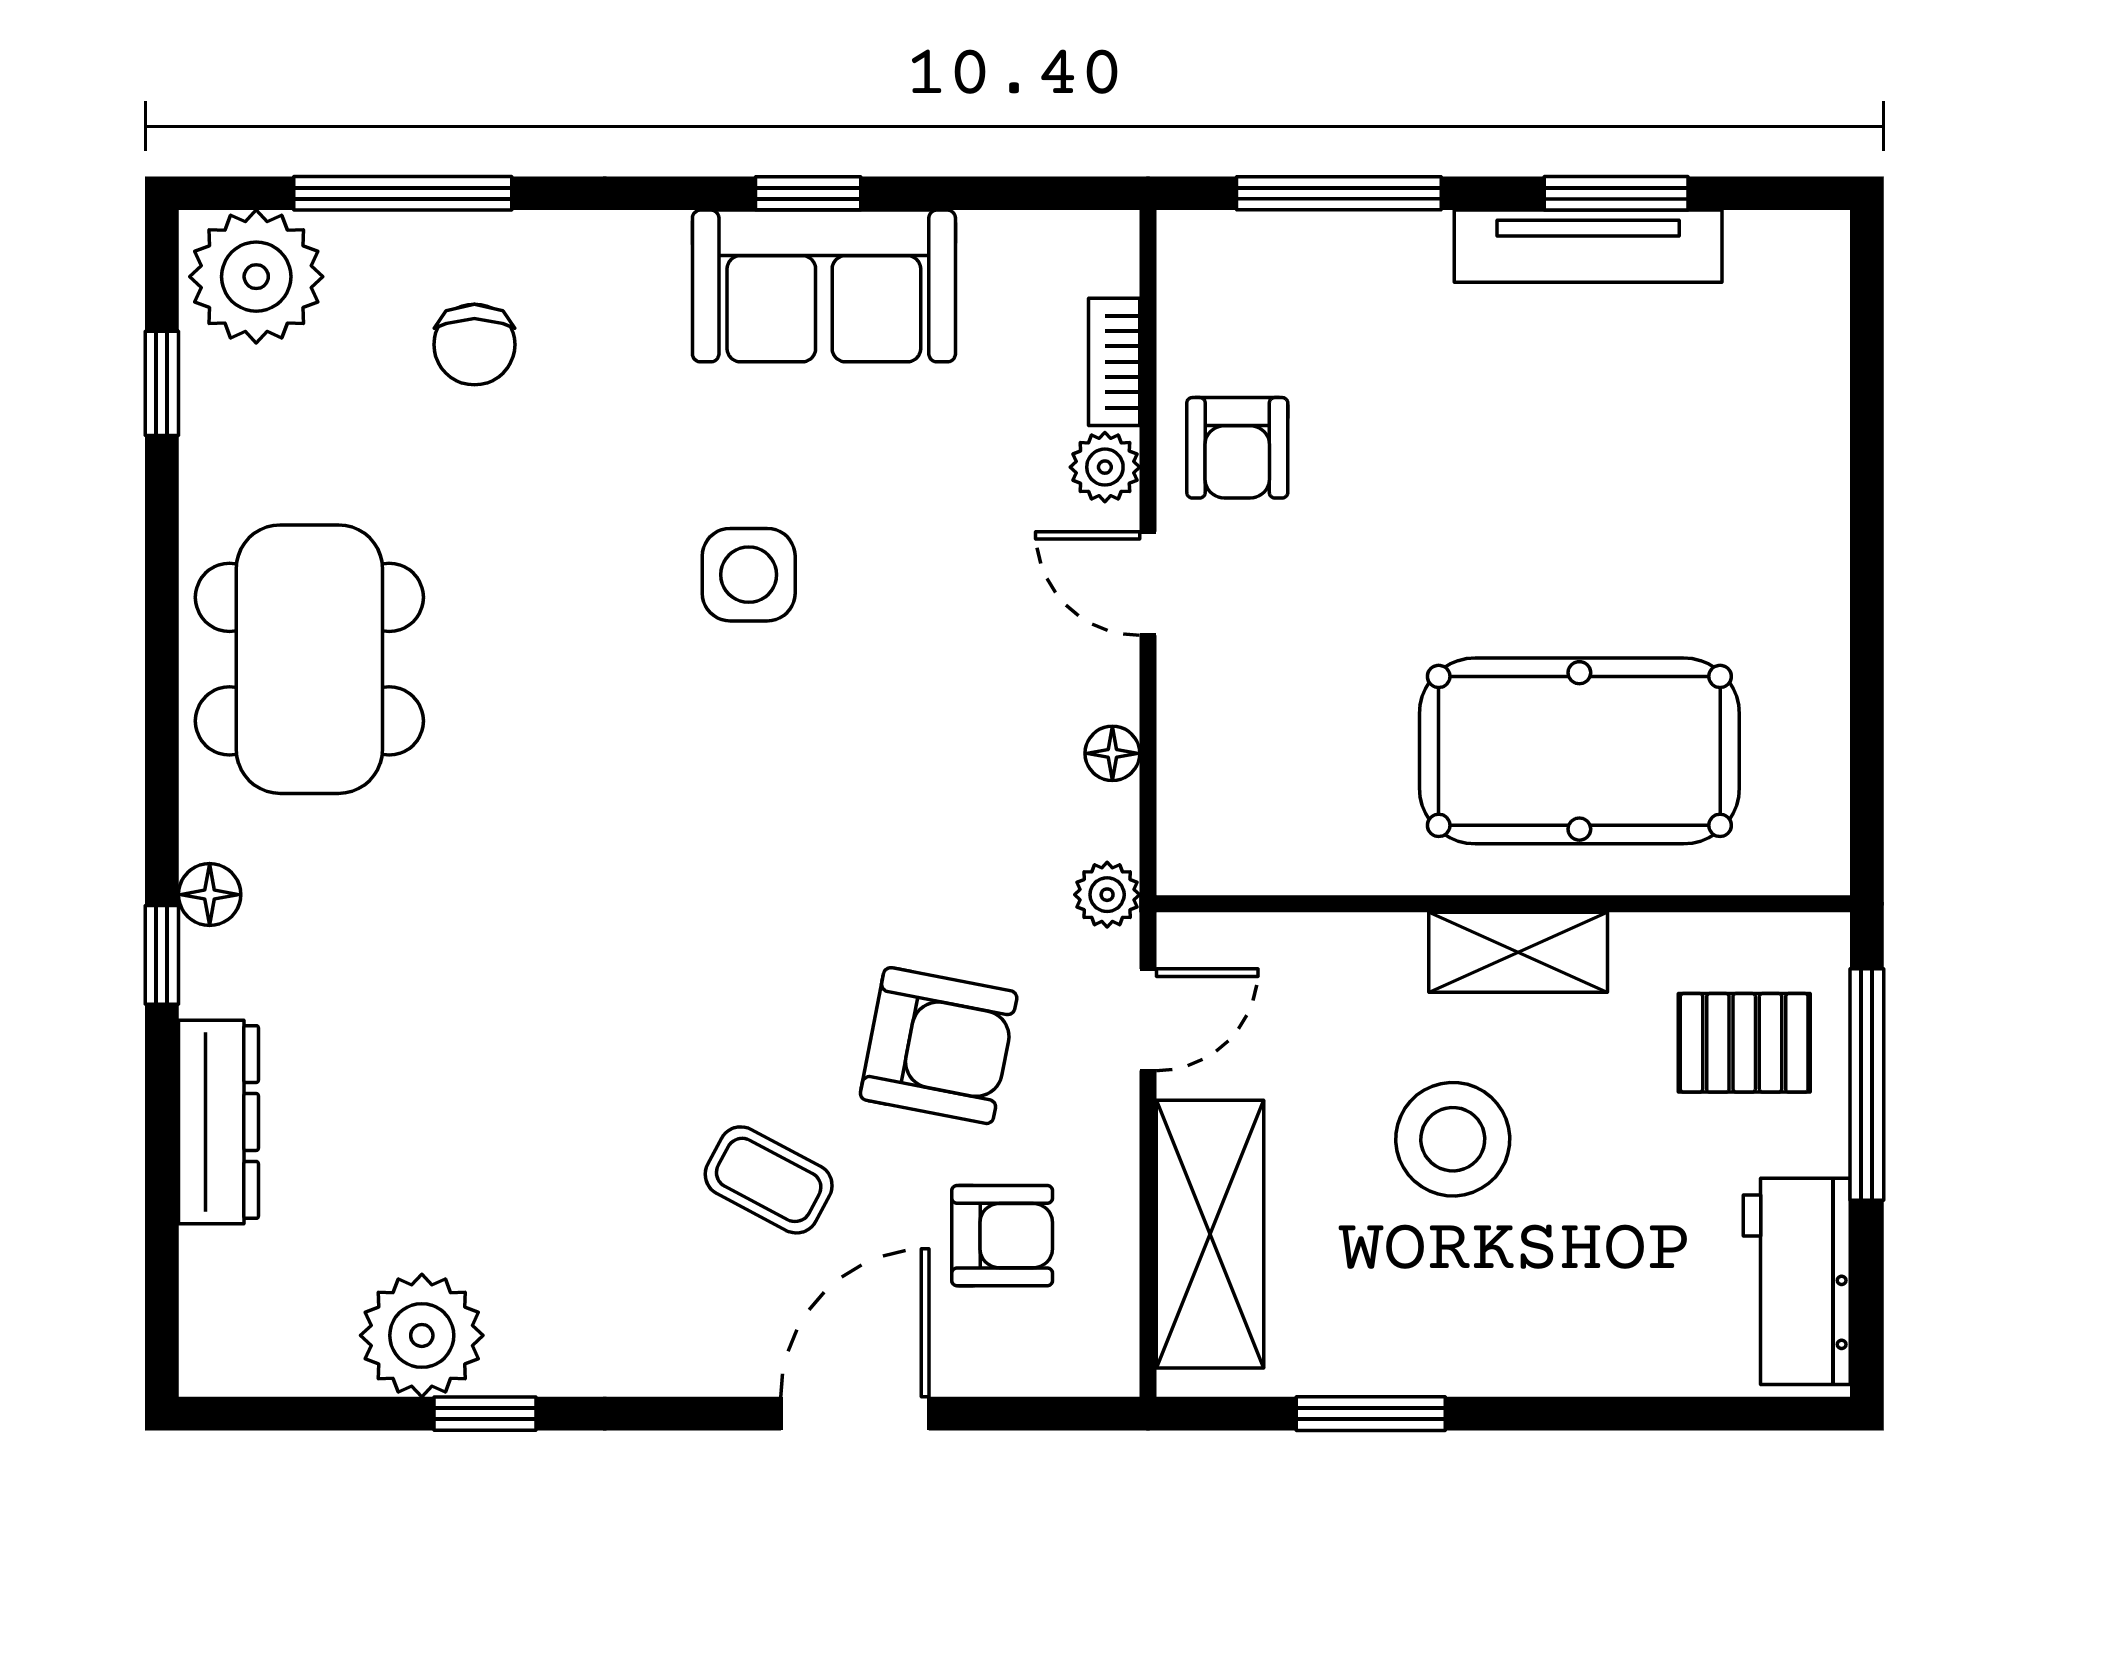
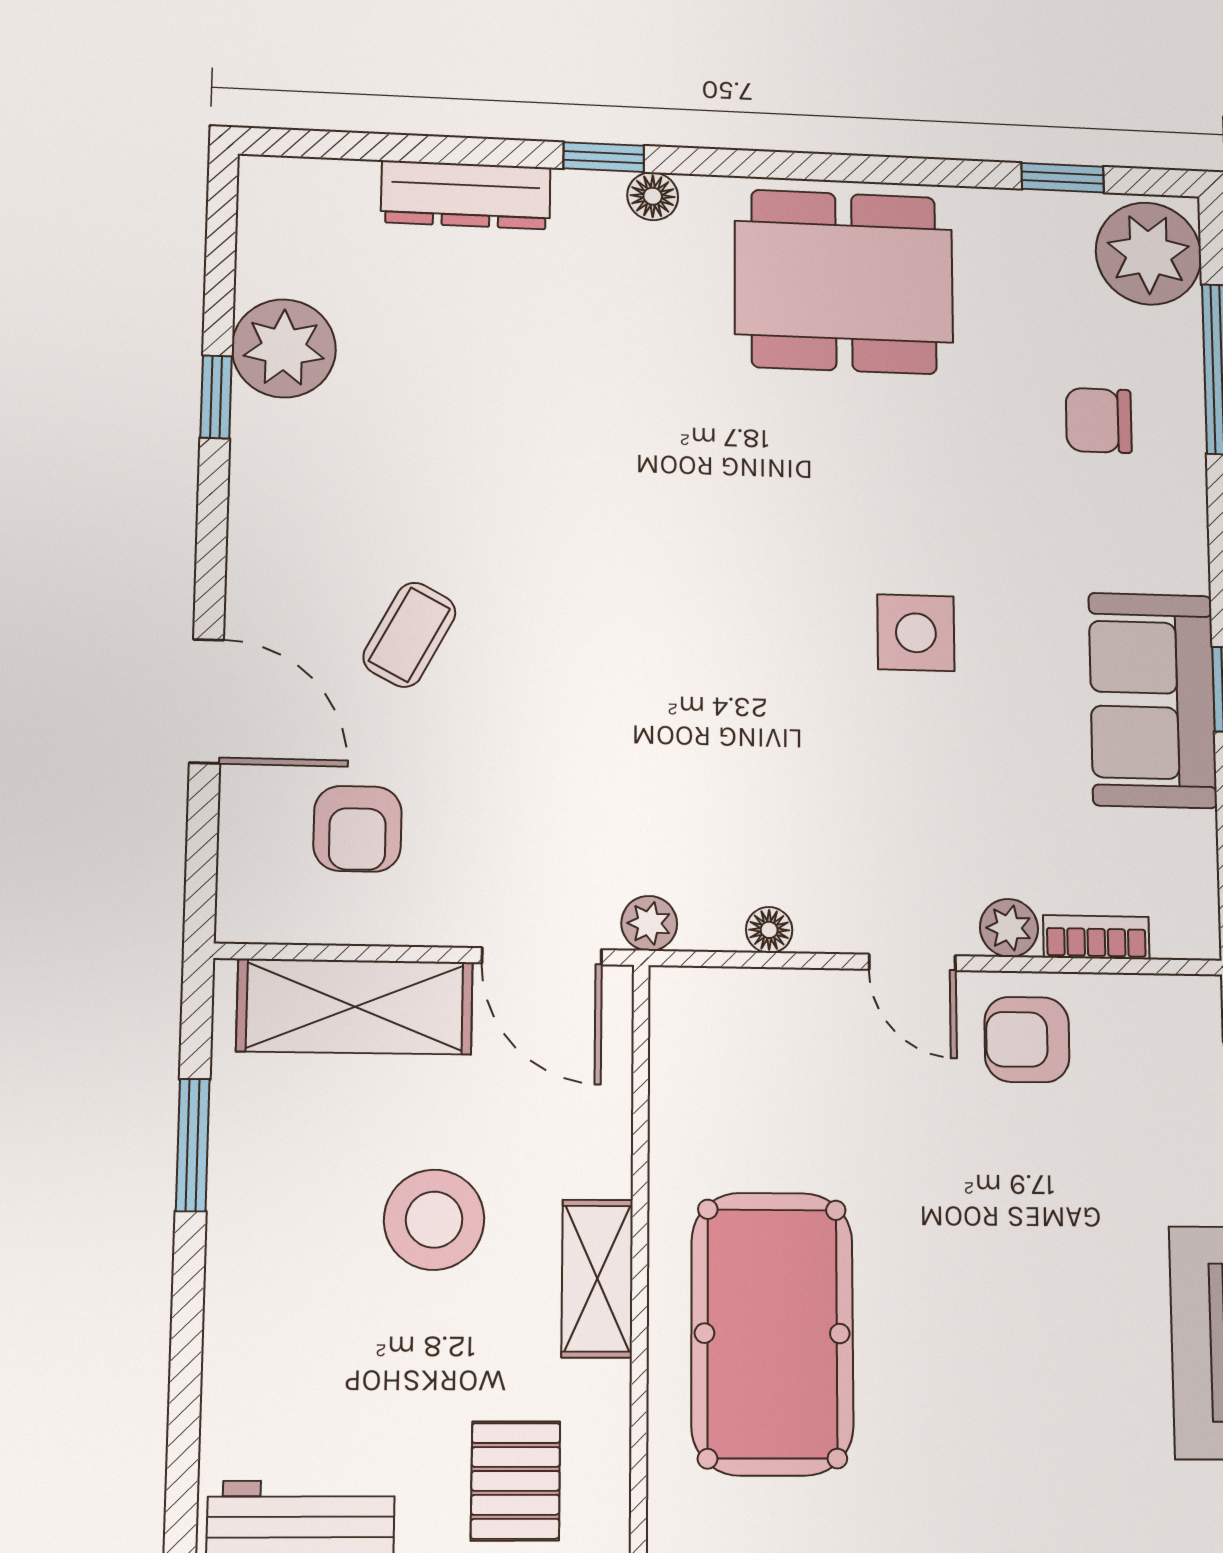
door: (1148, 584) -> (912, 962), swing flipped
door: (1148, 1020) -> (542, 956), width x1.38
armchair: (939, 1046) -> (522, 779), removed

